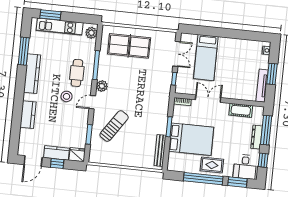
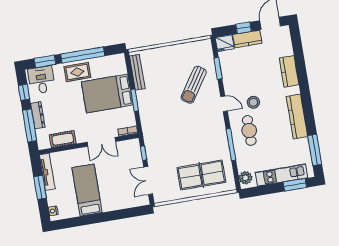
window: (24, 51) -> (315, 150), moved
bed: (206, 58) -> (87, 190), moved
plant: (102, 86) -> (219, 124), removed
door: (92, 102) -> (224, 104), hinge flipped

